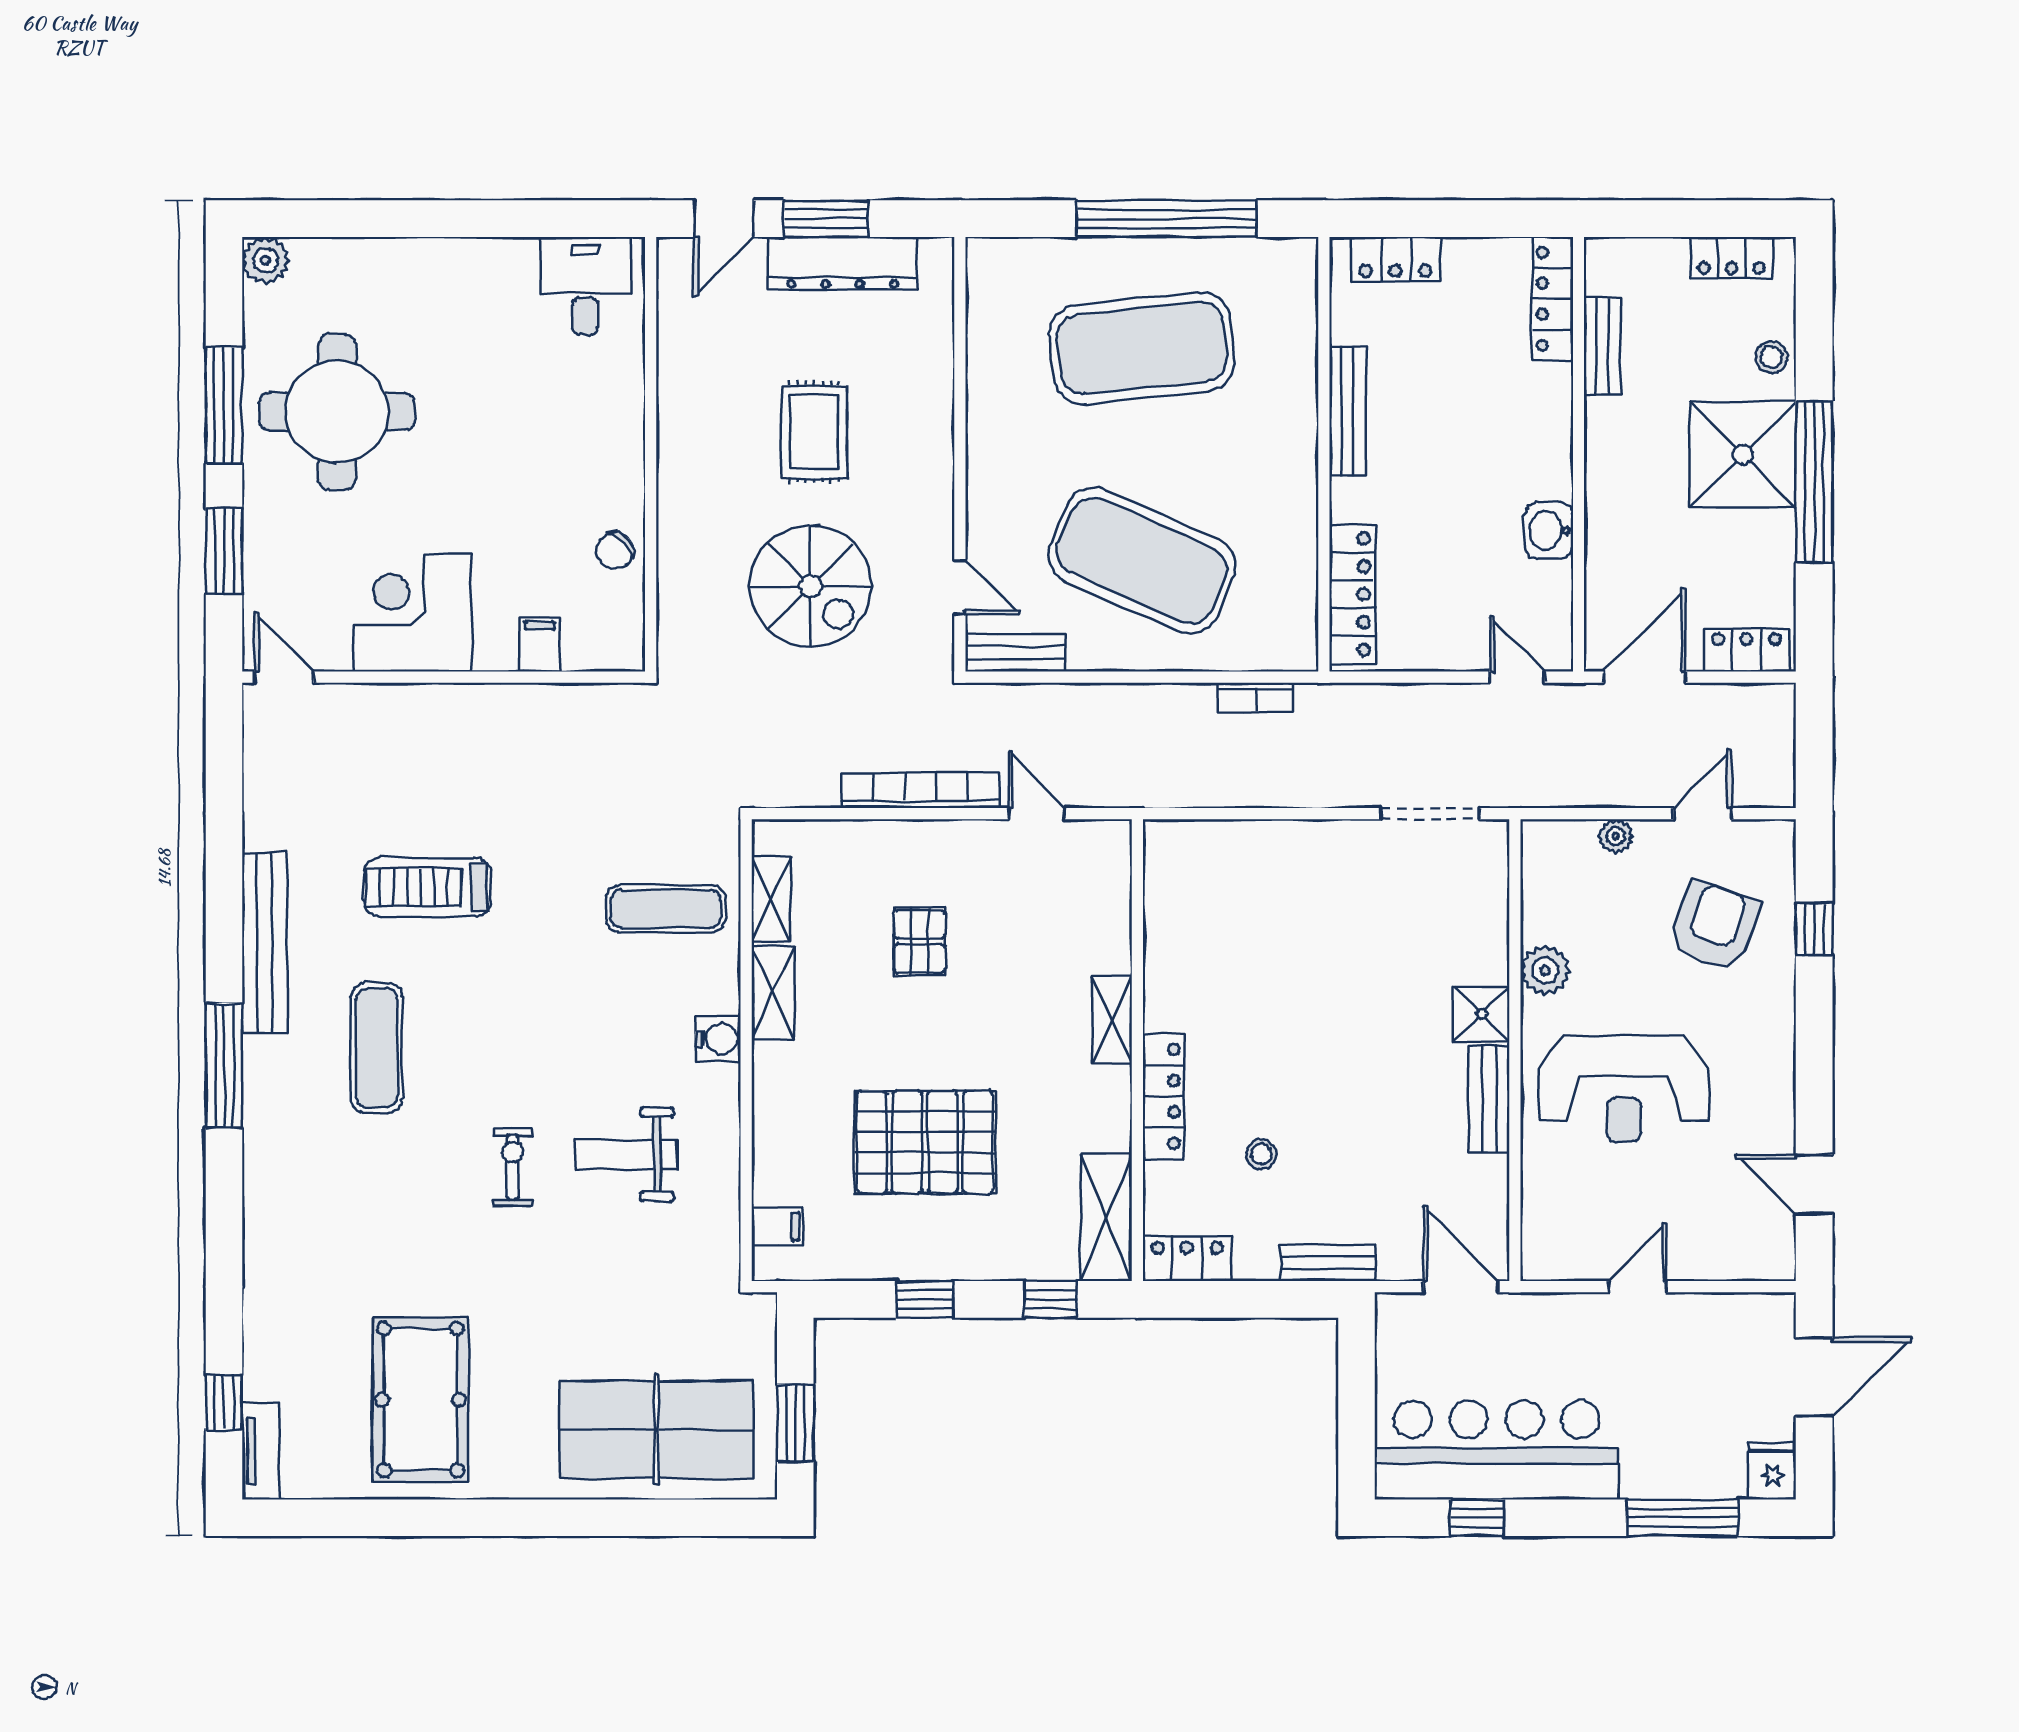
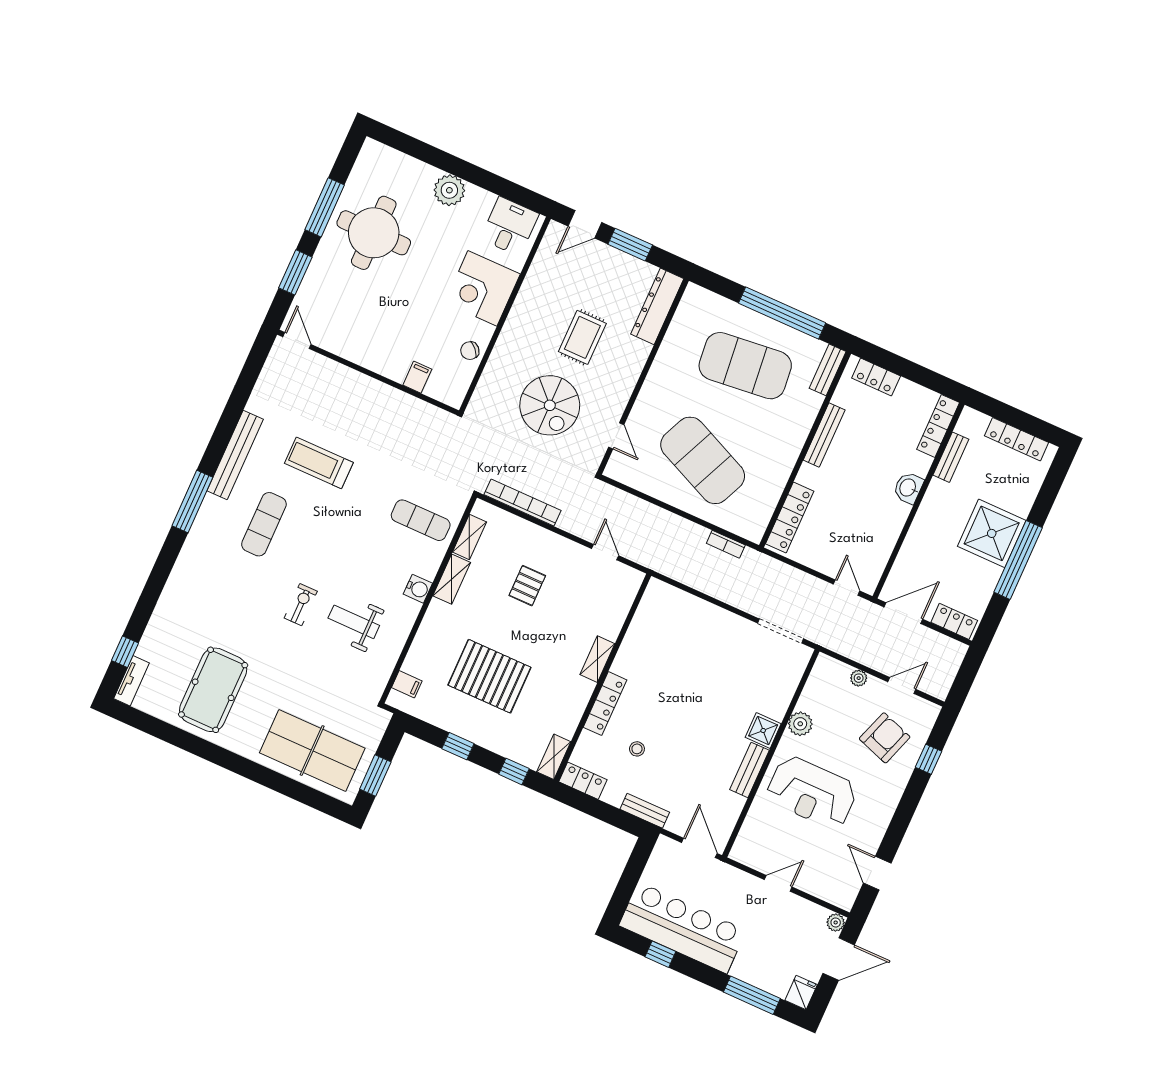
locker: (1732, 258) -> (1017, 439), width x1.53
plant: (266, 260) -> (449, 190), moved, width x1.36, depth x1.36
dresser: (843, 263) -> (657, 306), moved, turned 90
stool: (1771, 357) -> (1024, 496), removed
washbasin: (1549, 530) -> (908, 488), moved
corner desk: (413, 613) -> (482, 288), moved, turned -90
bench: (1015, 653) -> (828, 370), moved, turned 90
bookcase: (920, 790) -> (523, 503), moved
shelving: (1106, 1217) -> (554, 757), width x0.67, depth x0.75
plant: (1778, 1312) -> (836, 922), added

